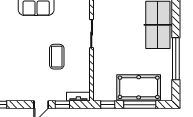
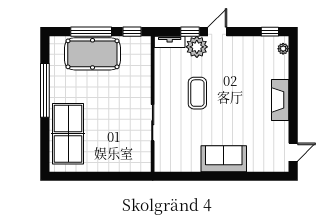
plant: (57, 93) -> (197, 47), added

